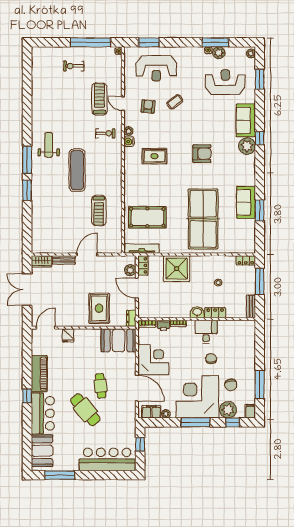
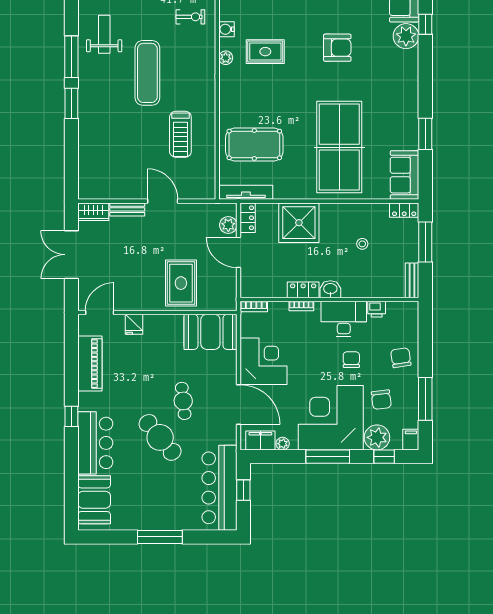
plant: (128, 131) -> (226, 58), moved
sofa: (246, 202) -> (405, 175), moved
door: (87, 254) -> (163, 201), hinge flipped
locker: (215, 313) -> (303, 290), moved
dresser: (131, 318) -> (230, 298), removed
printer: (163, 325) -> (377, 309), moved
desk: (206, 332) -> (344, 319), width x1.37
chair: (244, 357) -> (401, 358), added
piano: (39, 374) -> (90, 364), moved
bar counter: (107, 459) -> (219, 488), moved, turned -90
window: (60, 475) -> (160, 537), moved

